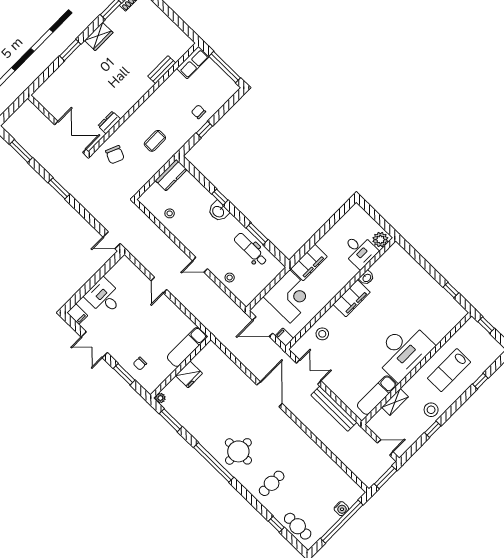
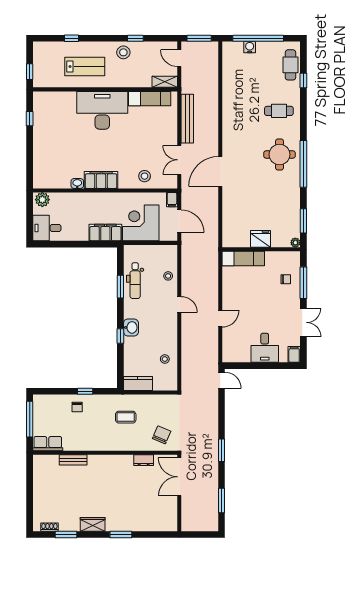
desk: (360, 251) -> (47, 228), moved, turned -90
window: (124, 374) -> (303, 283), width x1.44
shelving: (395, 402) -> (165, 82), moved

